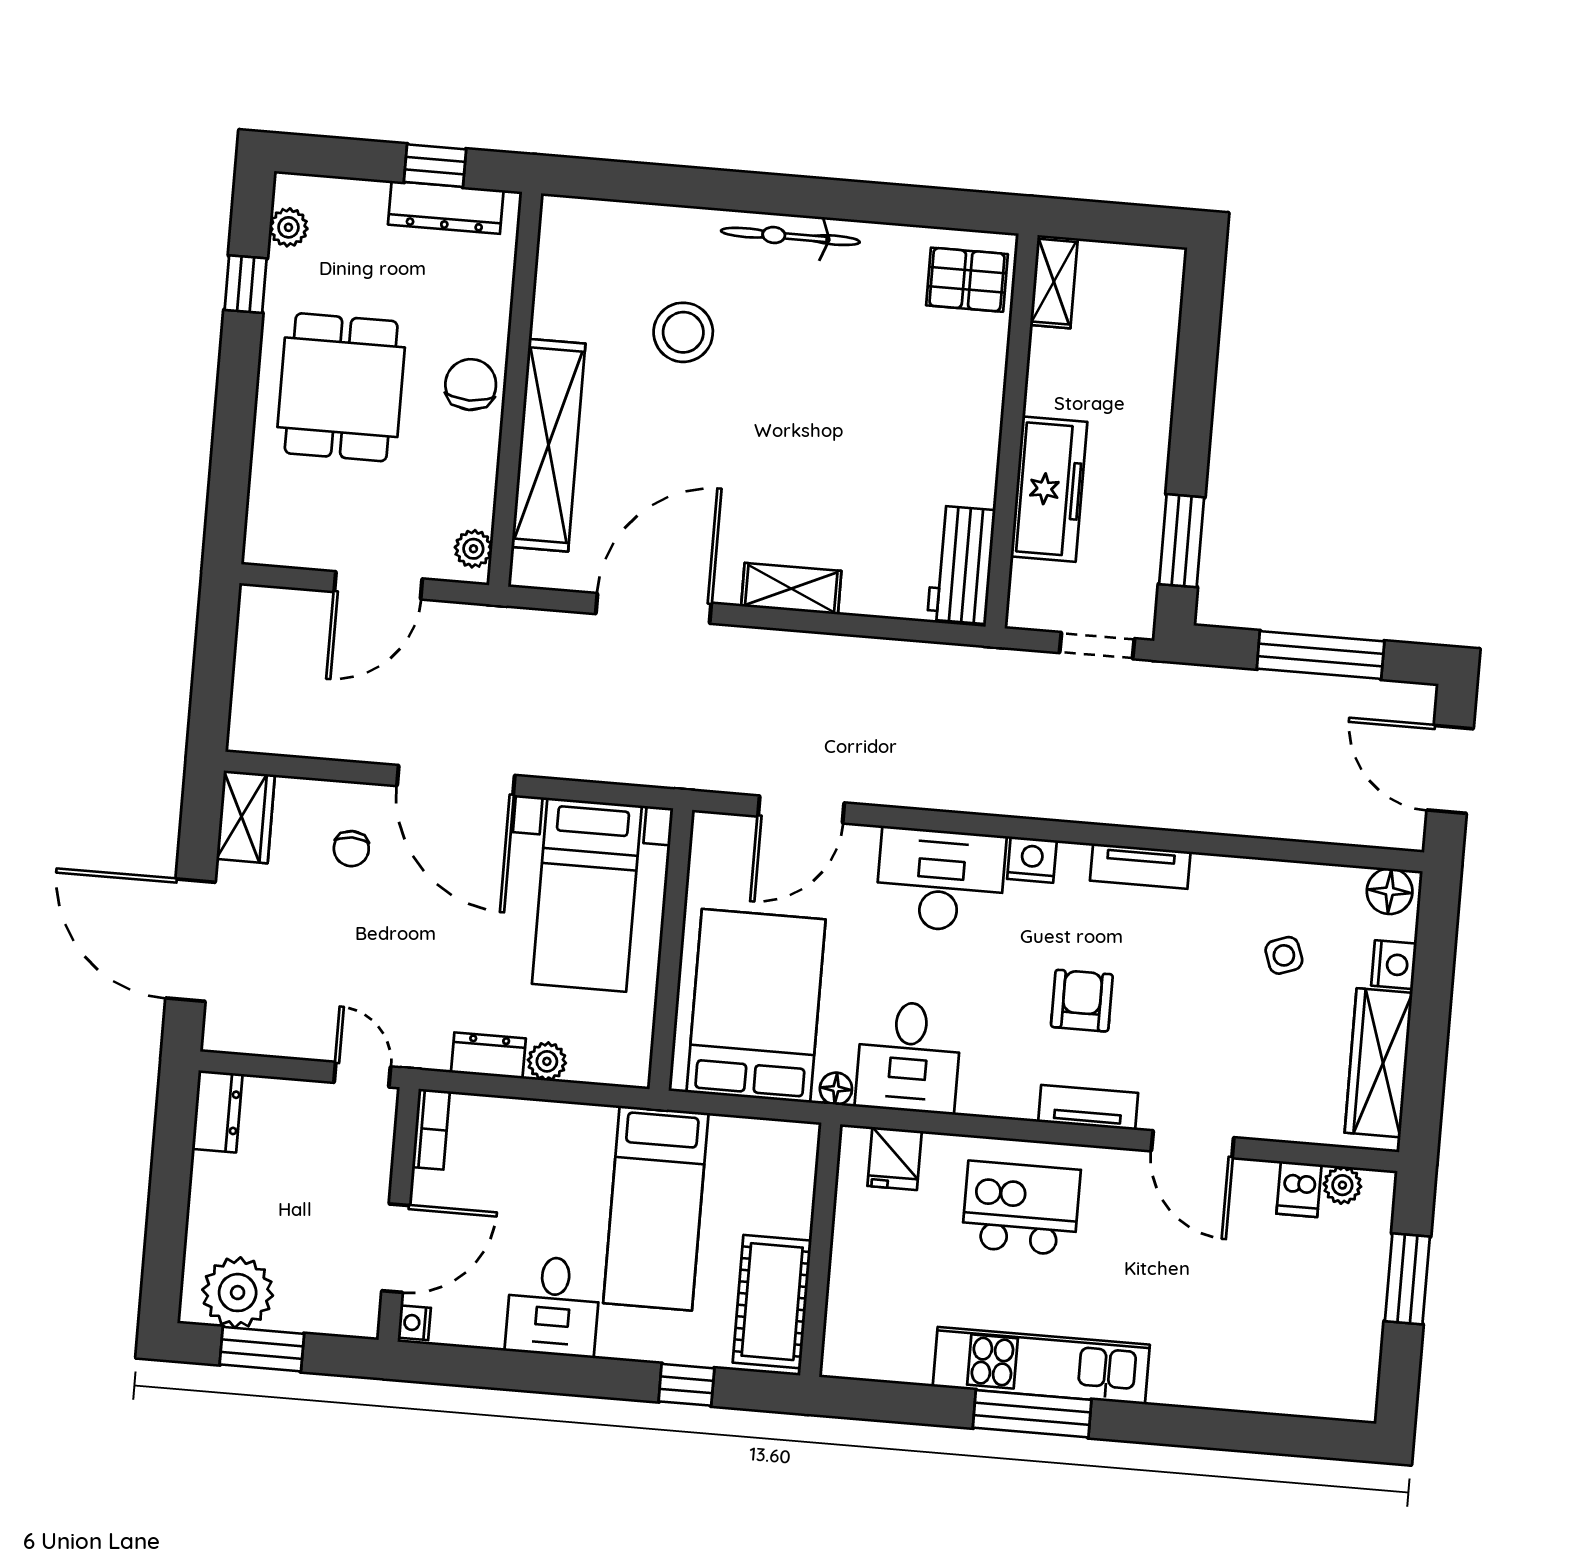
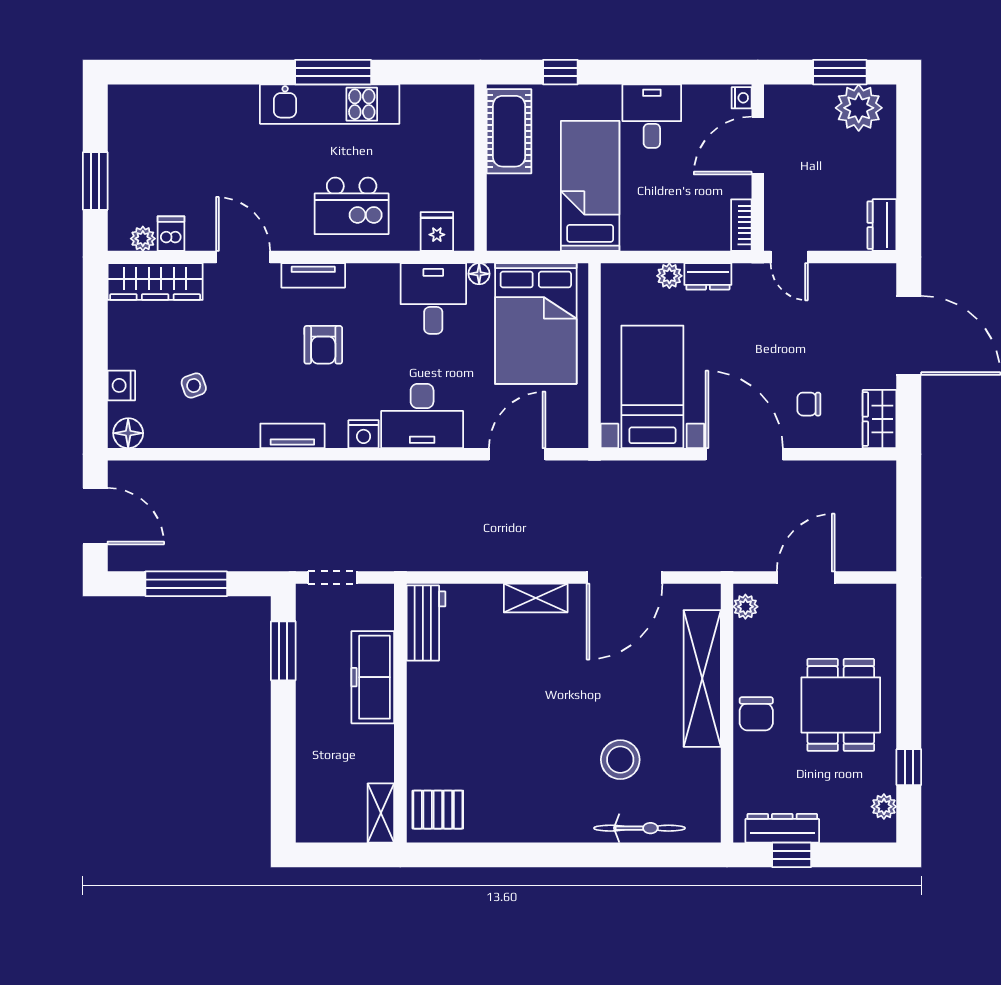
bicycle: (790, 236) -> (639, 828), moved
chair: (351, 849) -> (809, 404), turned -90
wardrobe: (1379, 1063) -> (155, 282), moved, turned 90

